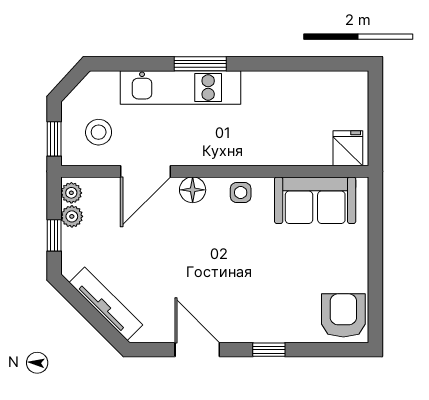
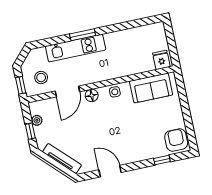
plant: (71, 193) -> (34, 109), removed
window: (269, 350) -> (162, 160), moved

